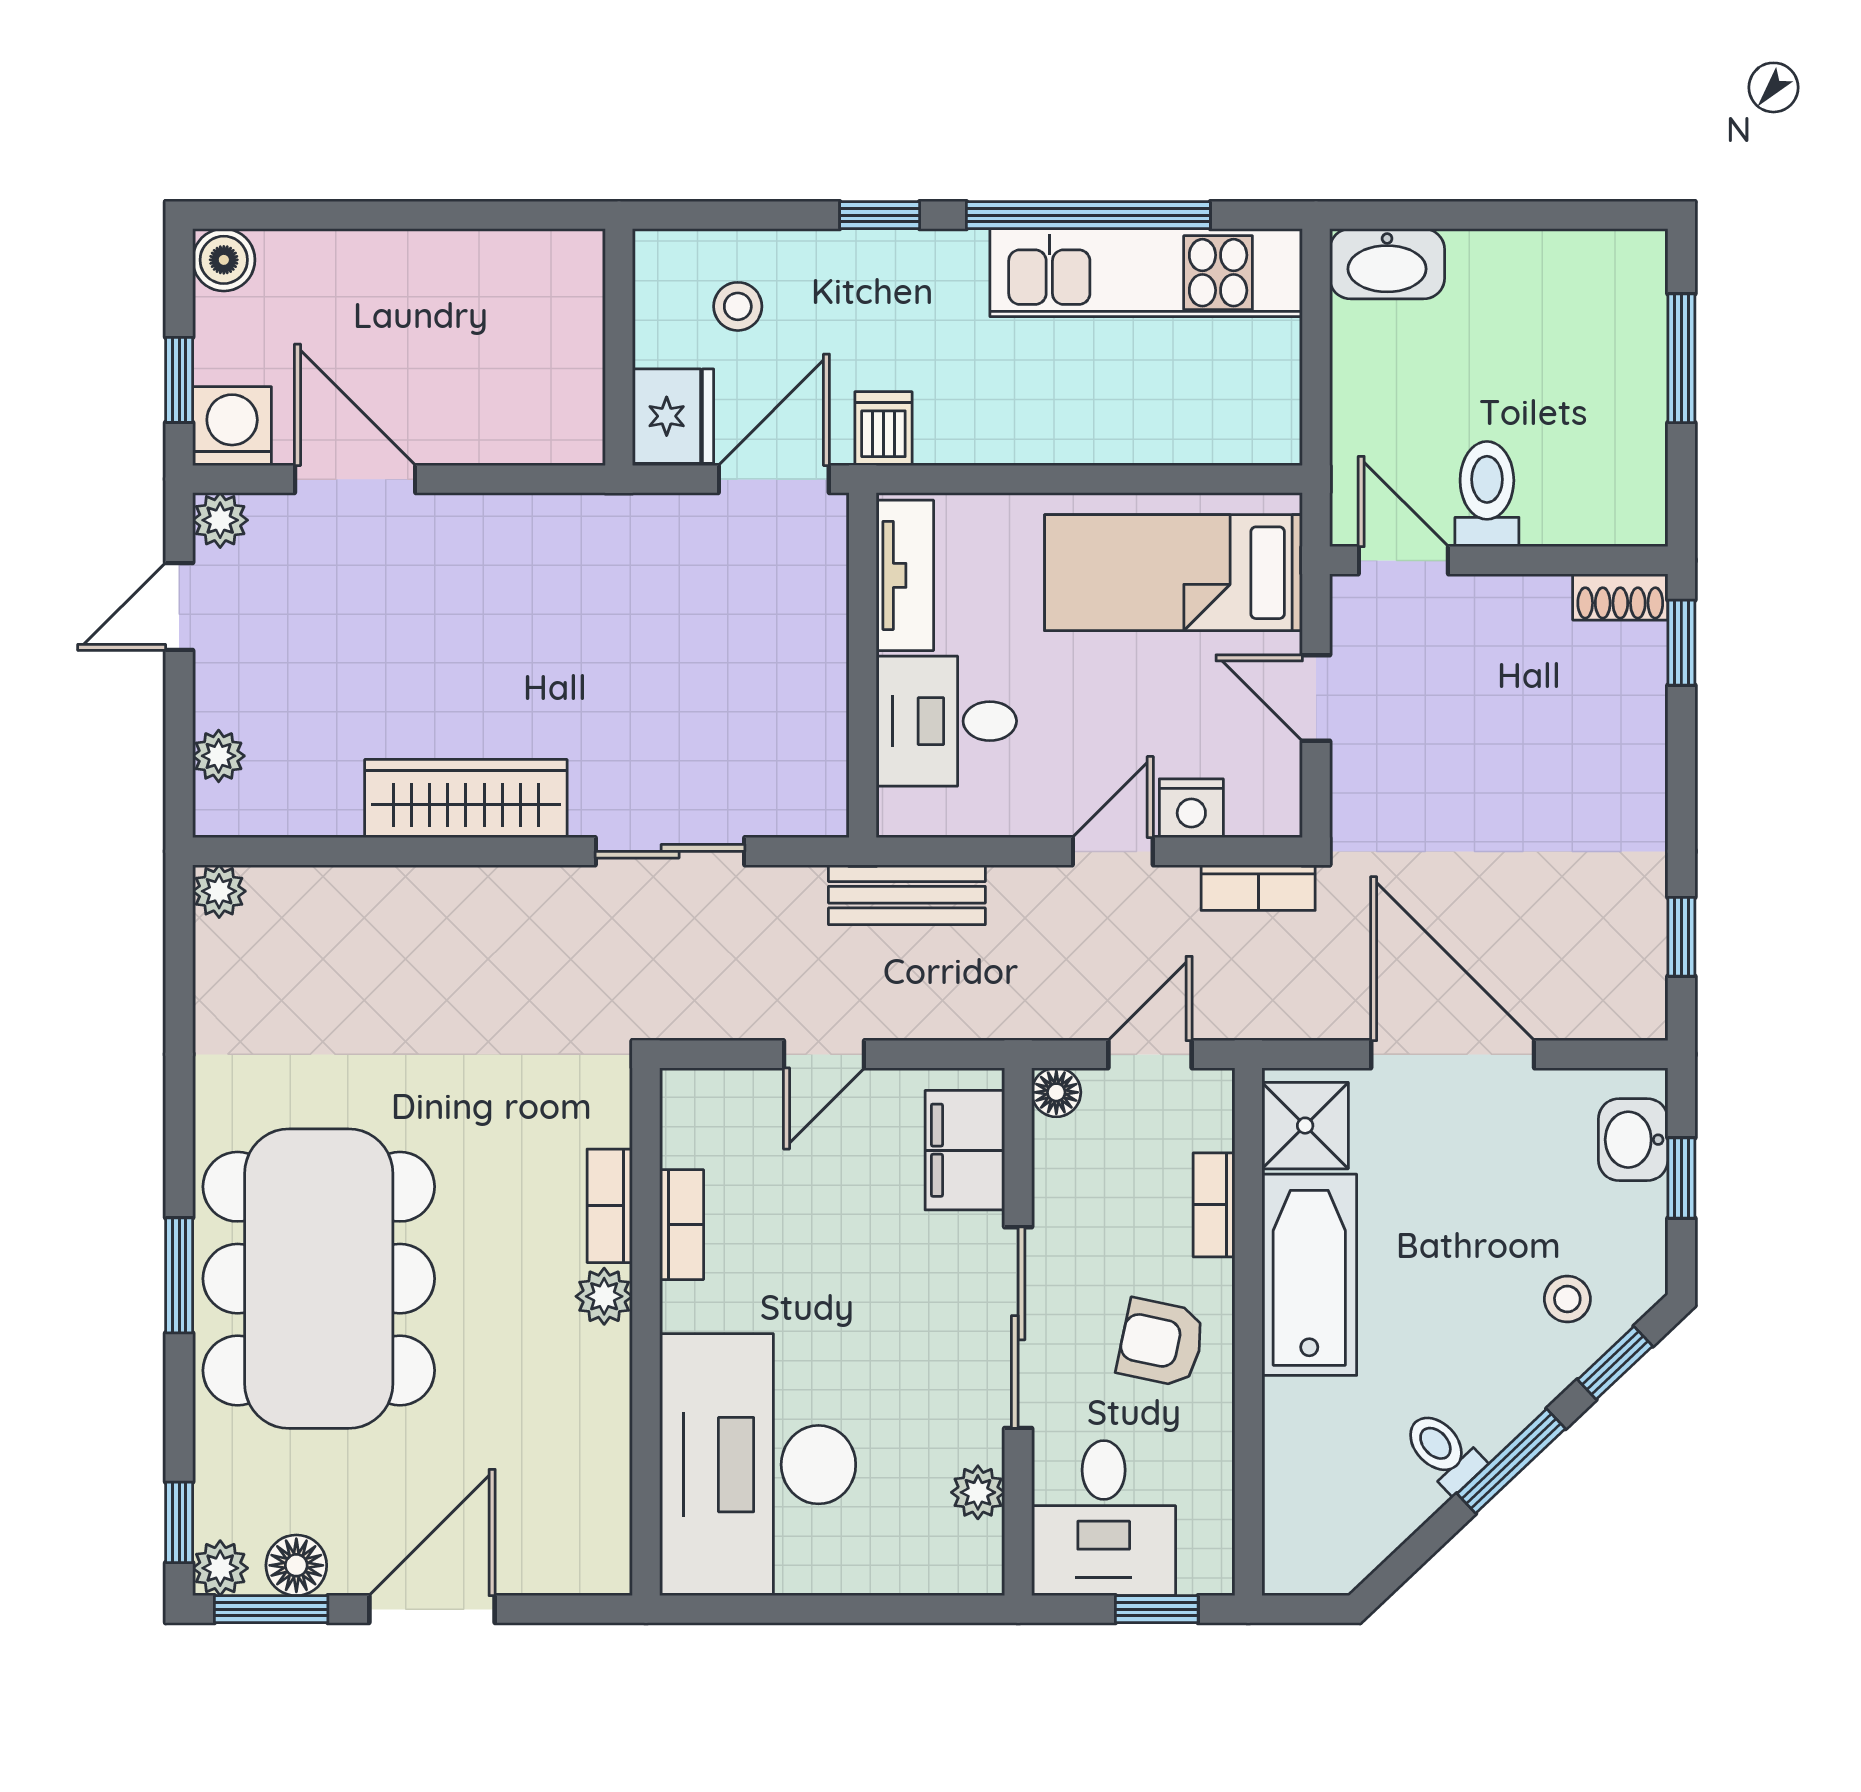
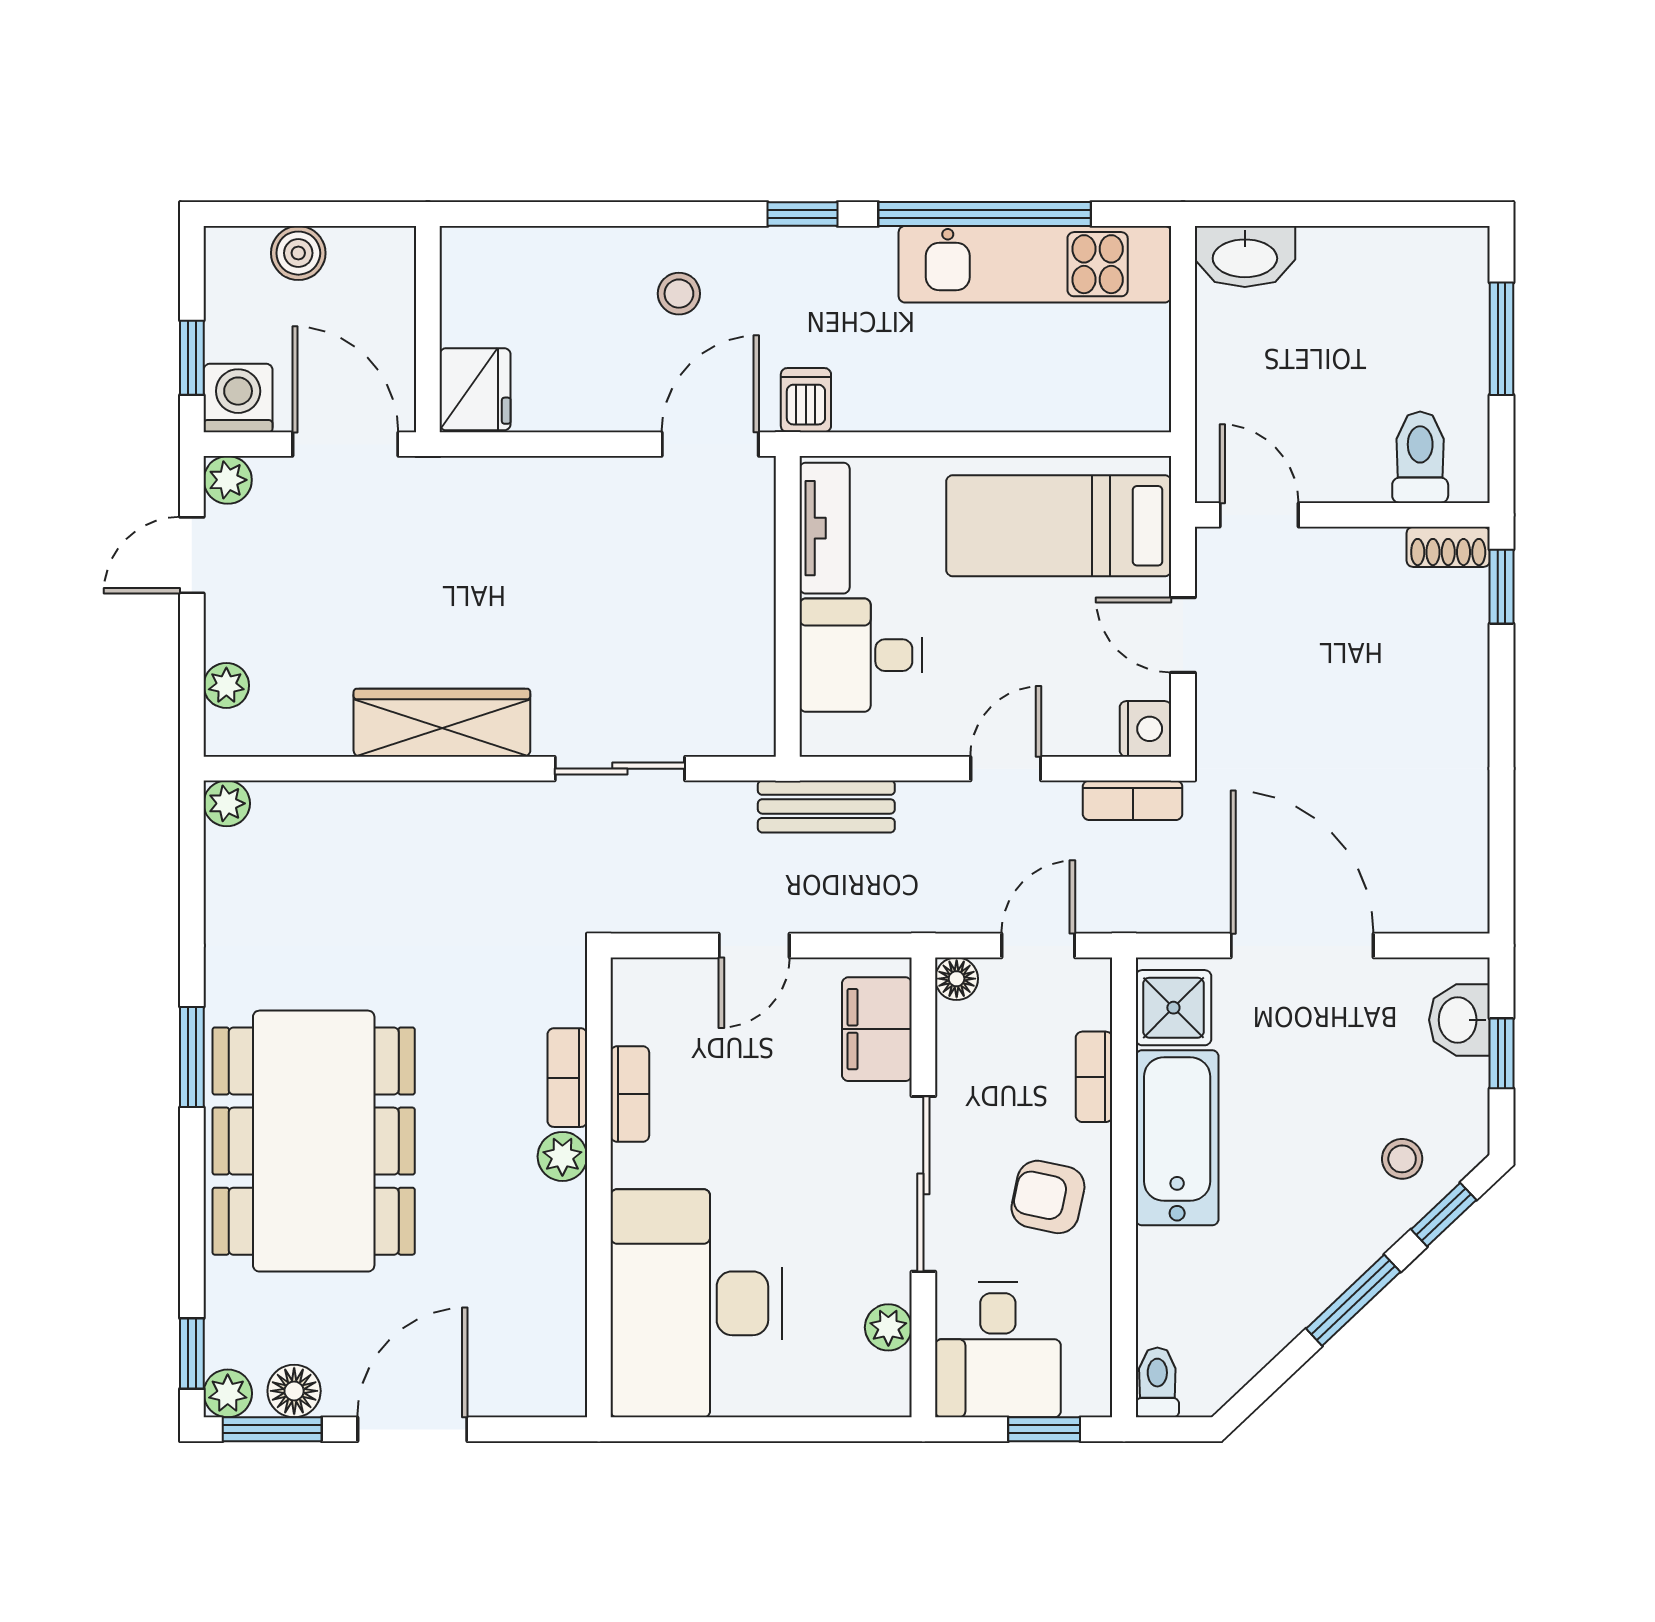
boiler: (224, 260) -> (298, 253), moved
wall: (619, 347) -> (428, 329), moved
fridge: (673, 416) -> (475, 389), moved
toilet: (1487, 494) -> (1420, 457), moved
nightstand: (1191, 808) -> (1145, 729), moved, turned -90
window: (1681, 937) -> (1502, 843), removed
window: (179, 1275) -> (192, 1057), moved
toilet: (1443, 1451) -> (1157, 1382), moved, turned 43

